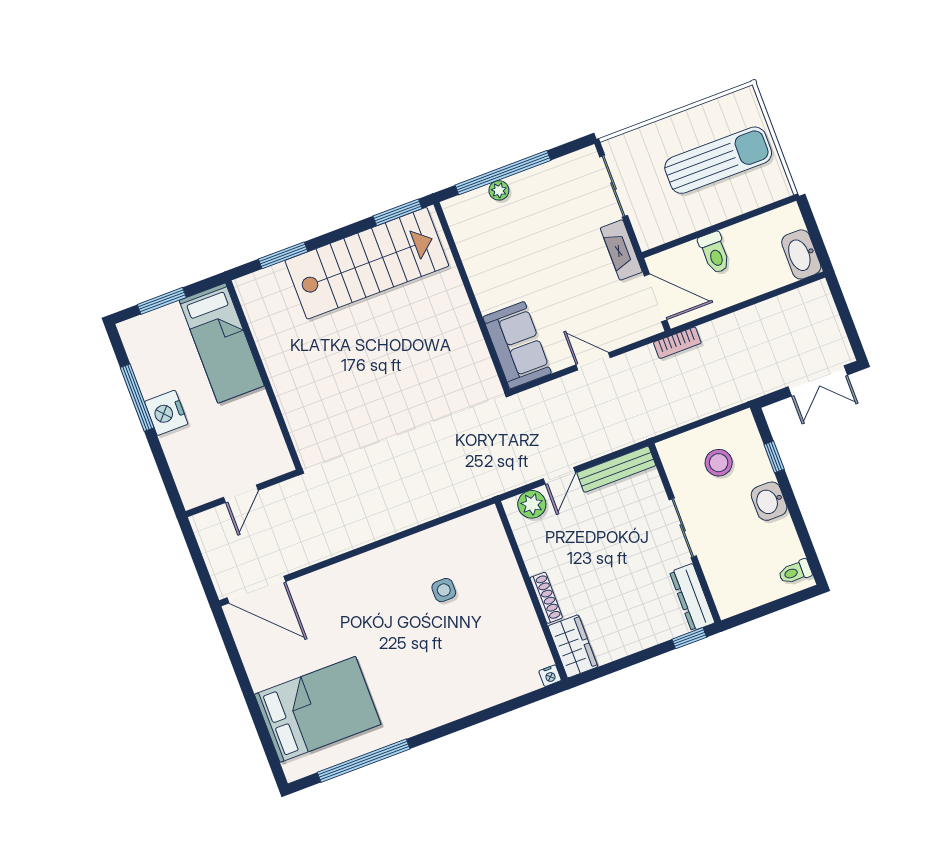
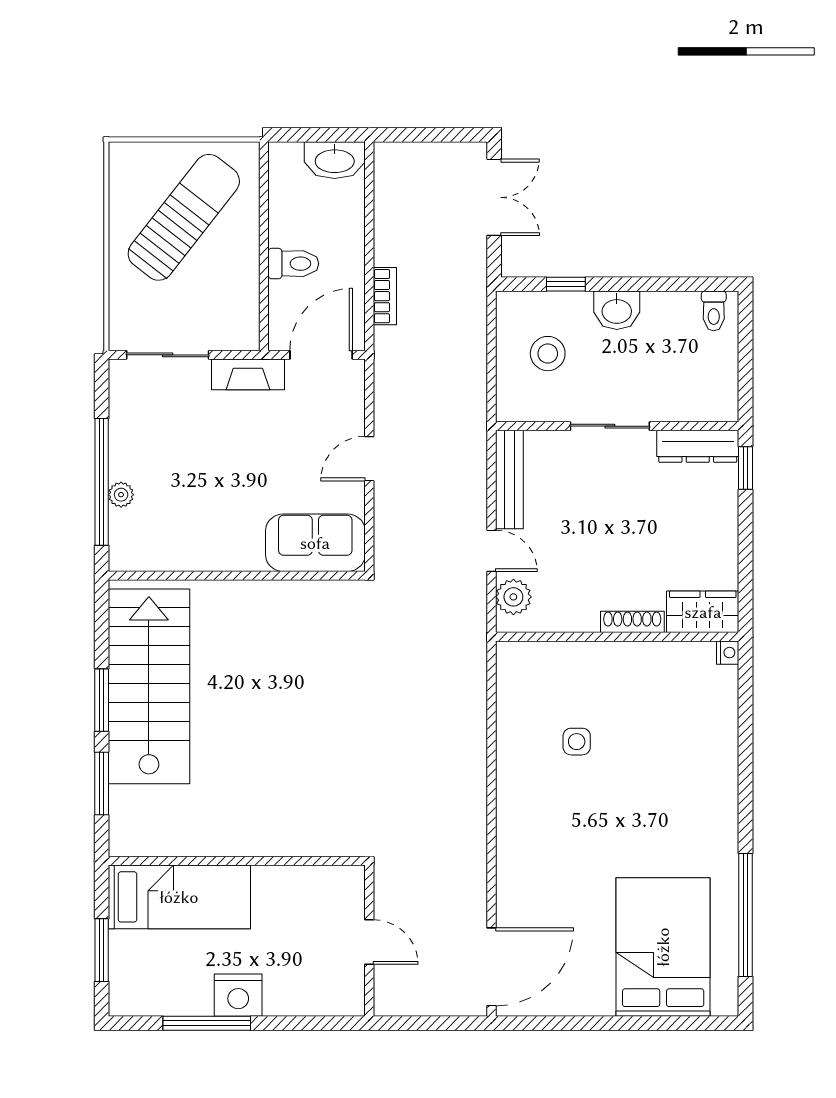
sun lounger: (718, 160) -> (184, 217), turned 38
window: (397, 212) -> (102, 700), moved
bookcase: (677, 343) -> (385, 296), moved

